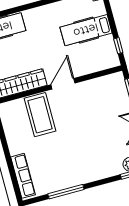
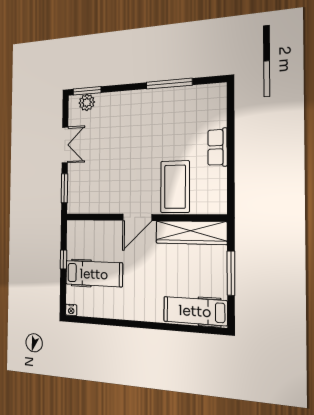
window: (118, 46) -> (63, 259), moved
row of seats: (23, 176) -> (217, 147), moved, width x0.68

